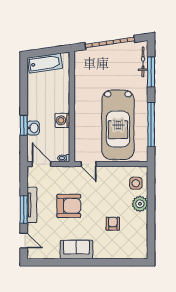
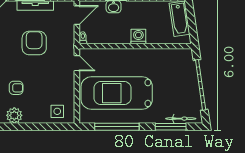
washing machine: (62, 120) -> (138, 36), moved
door: (89, 164) -> (77, 63), swing flipped
plant: (140, 204) -> (14, 115), moved
armchair: (69, 206) -> (34, 43), turned 180

